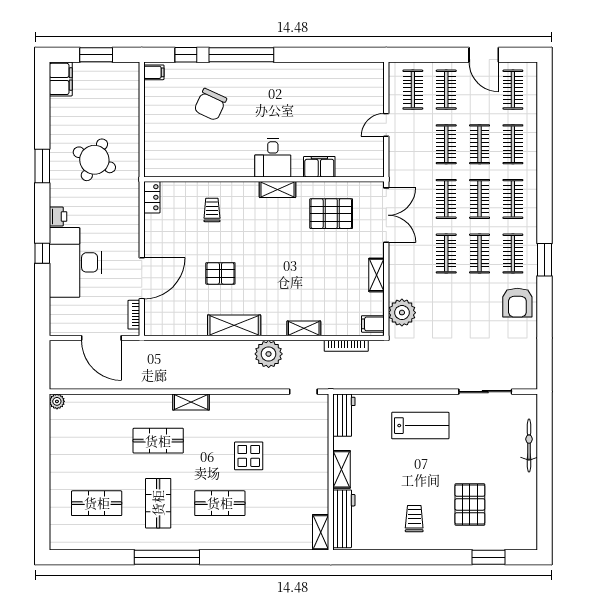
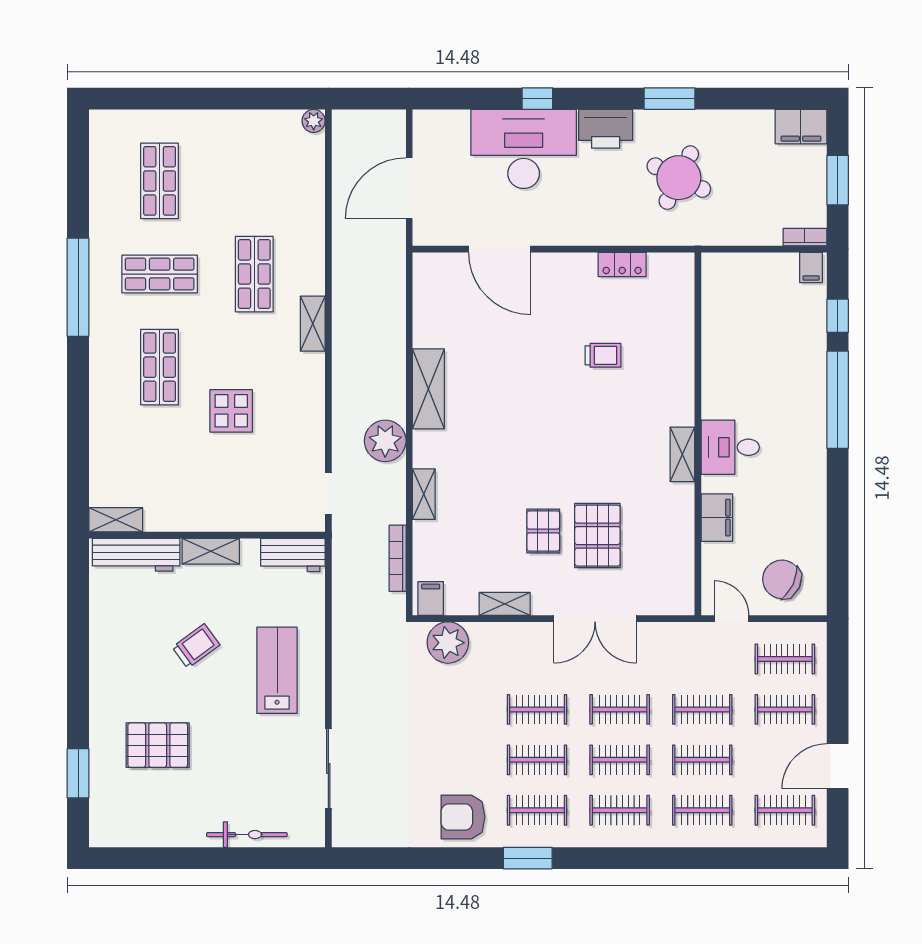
chair: (210, 105) -> (782, 579), moved
desk: (273, 158) -> (730, 447), moved
filing cabinet: (319, 167) -> (717, 518), moved
wall: (264, 179) -> (698, 434), moved
shelving: (278, 190) -> (682, 454), moved
printer: (58, 217) -> (606, 129), width x1.87, depth x1.48
pallet: (220, 273) -> (543, 531), moved
bookcase: (134, 315) -> (805, 237), moved
lab bench: (420, 426) -> (277, 670), turned 180
trolley: (414, 519) -> (196, 646), moved, turned -36

